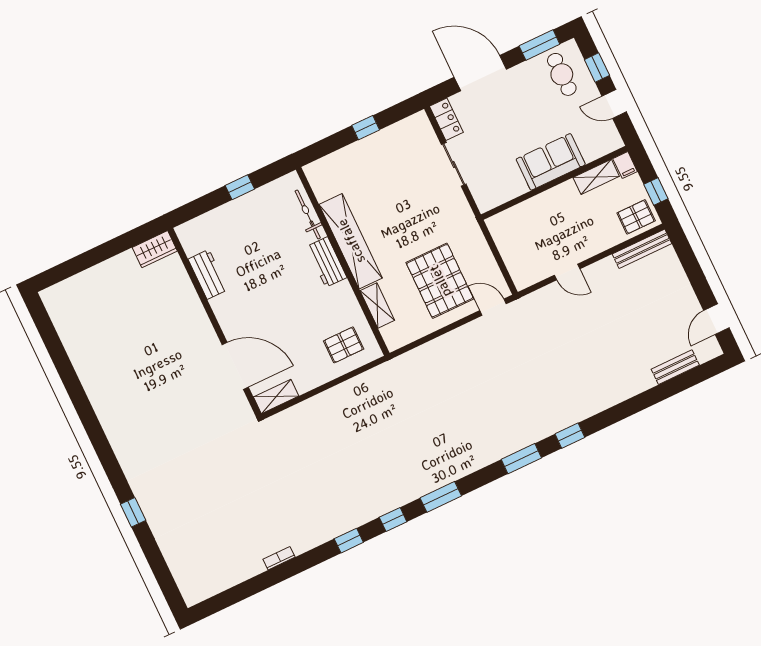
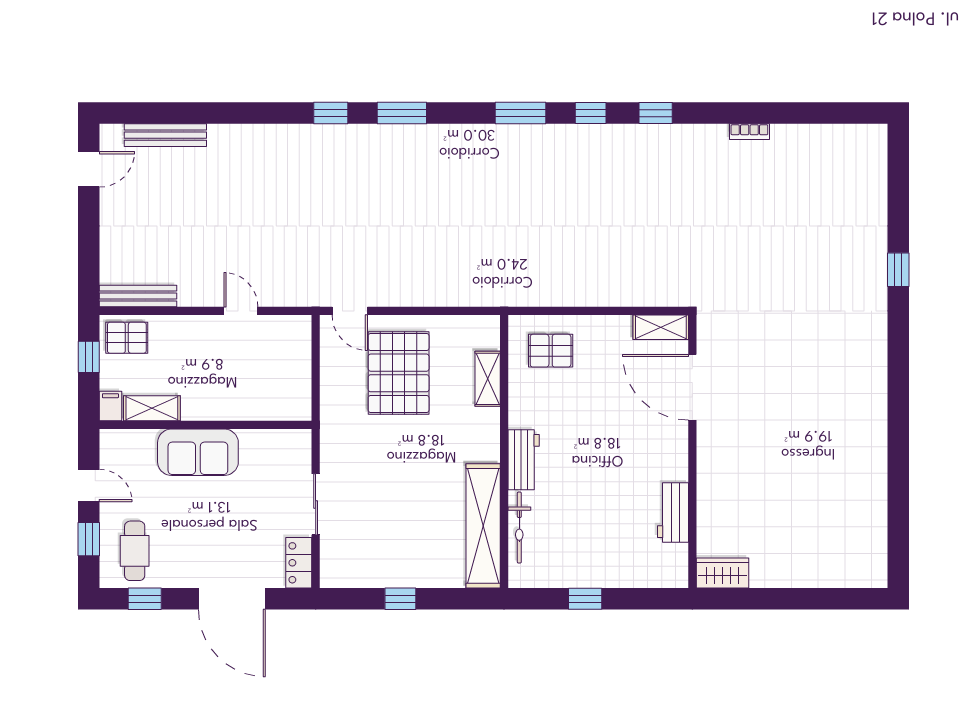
window: (539, 45) -> (145, 599), width x0.67
shelving: (351, 241) -> (483, 526), moved
bench: (675, 367) -> (165, 135), width x1.36

